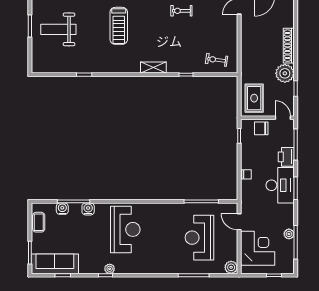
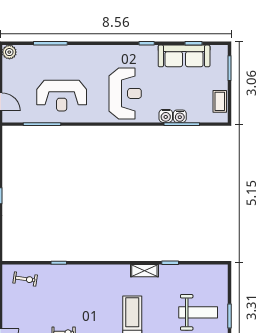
shelving: (153, 67) -> (144, 271), moved
water cooler: (62, 209) -> (180, 116), moved
reception desk: (125, 229) -> (125, 93), turned 180
reception desk: (199, 238) -> (62, 96), moved, turned 90
sofa: (55, 264) -> (184, 56), moved
plant: (110, 269) -> (142, 50), removed

